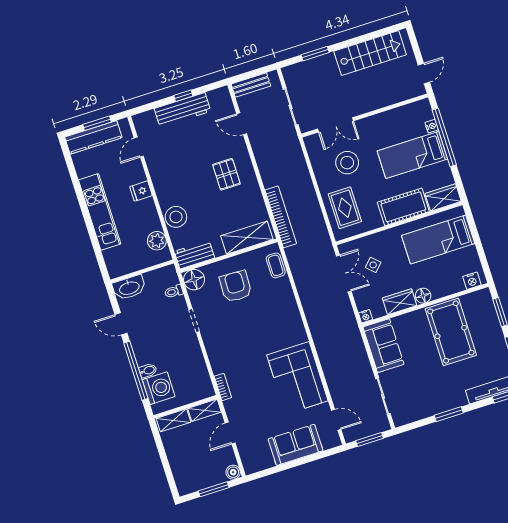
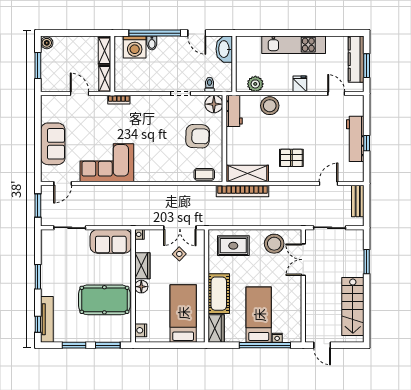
stool: (347, 163) -> (274, 244), moved
shelving: (247, 238) -> (247, 173), moved, turned 90
door: (121, 324) -> (197, 33), swing flipped
boiler: (233, 472) -> (47, 43), moved

